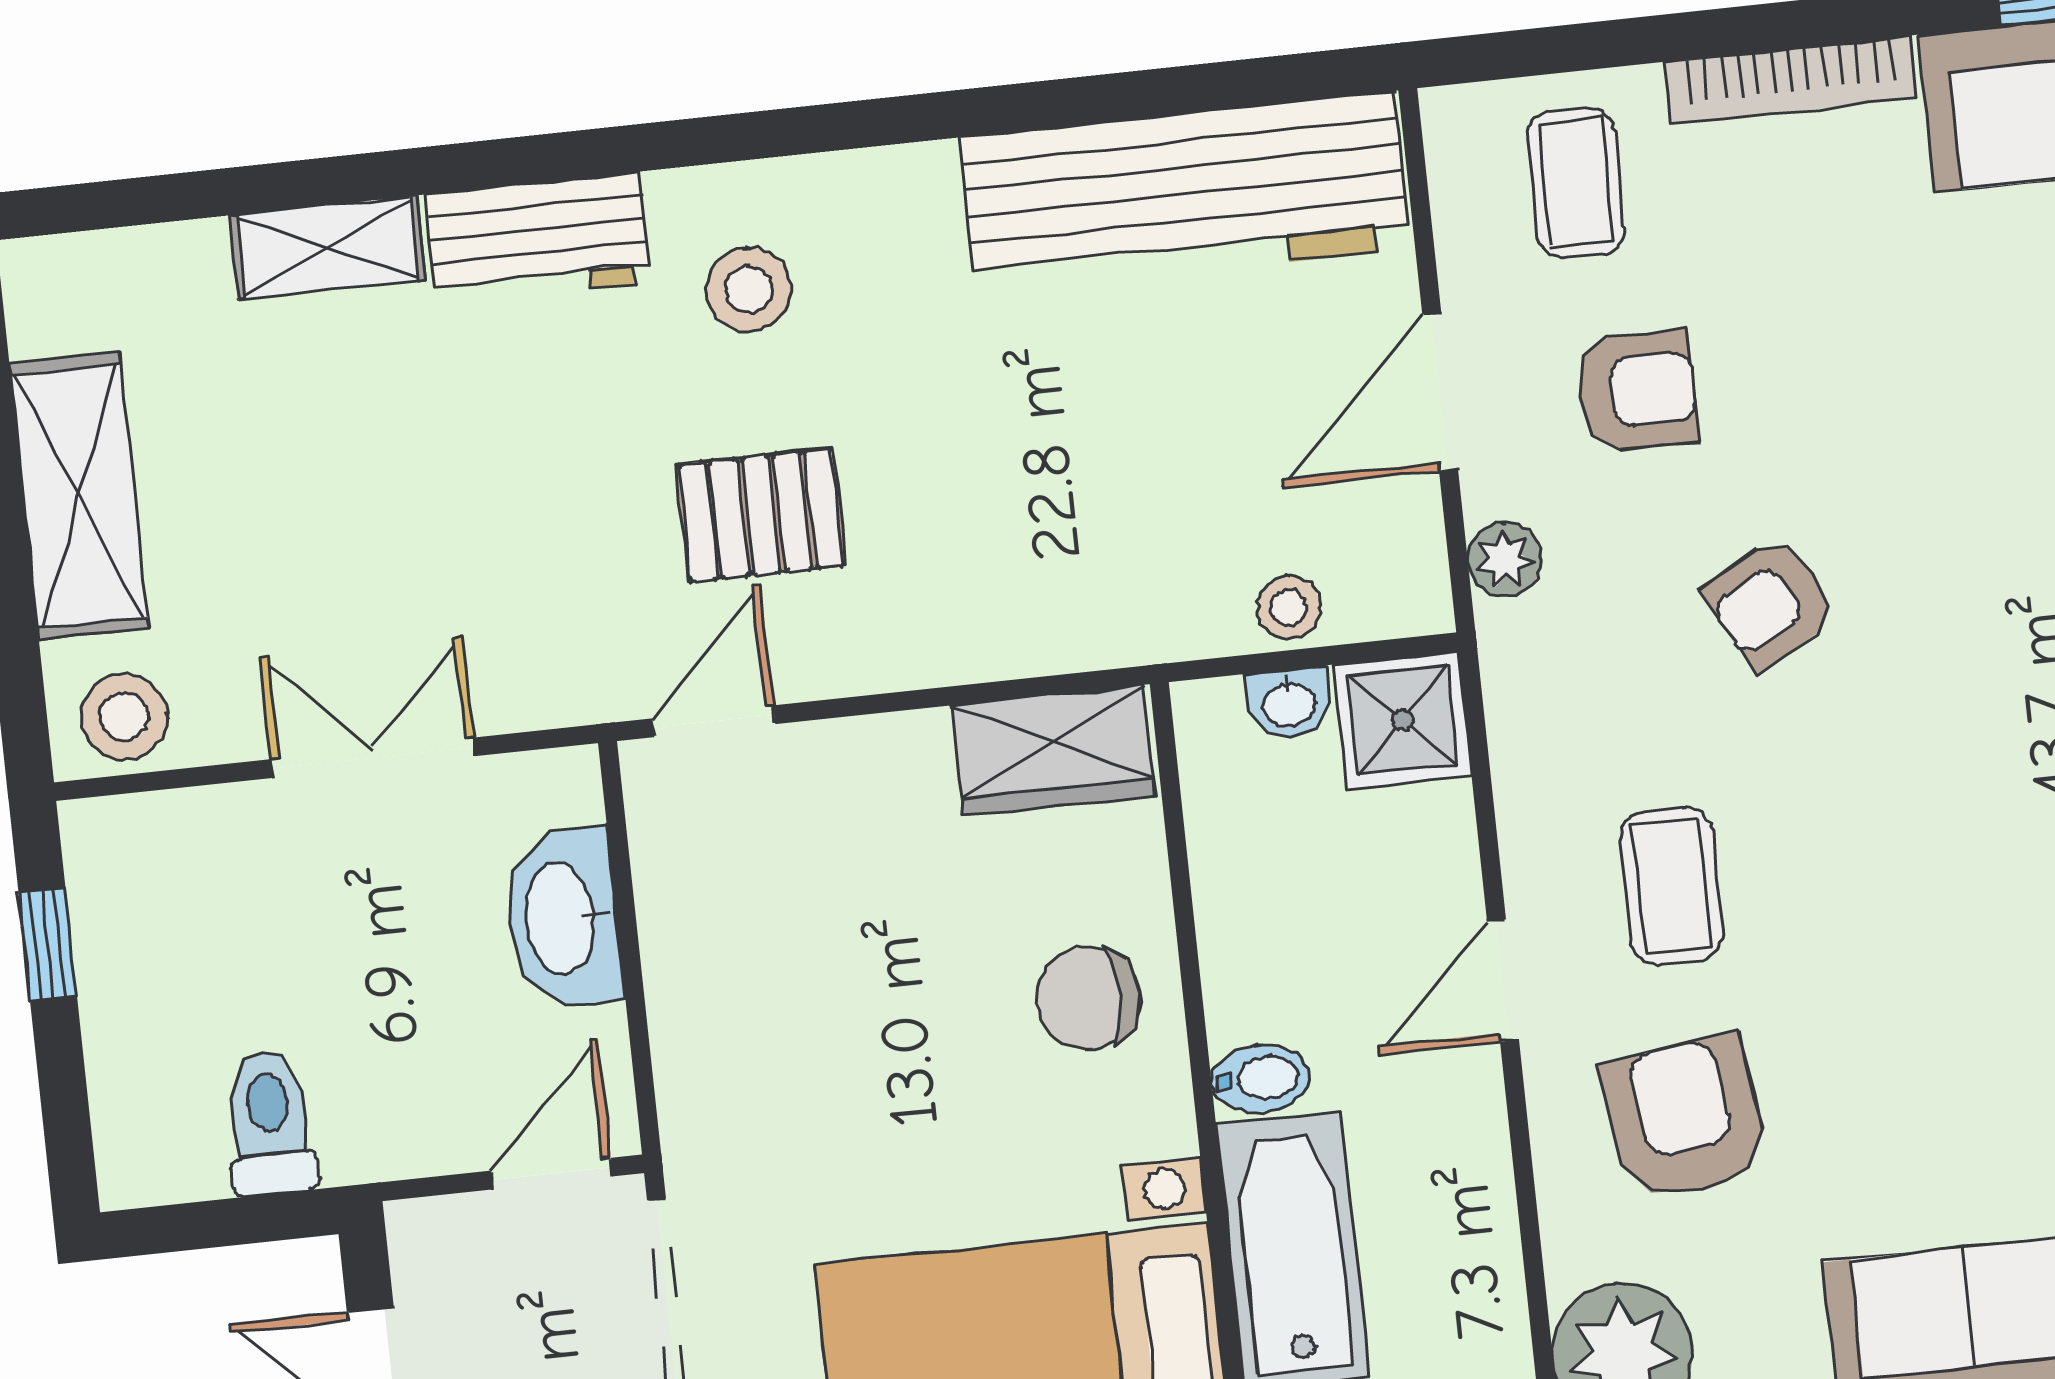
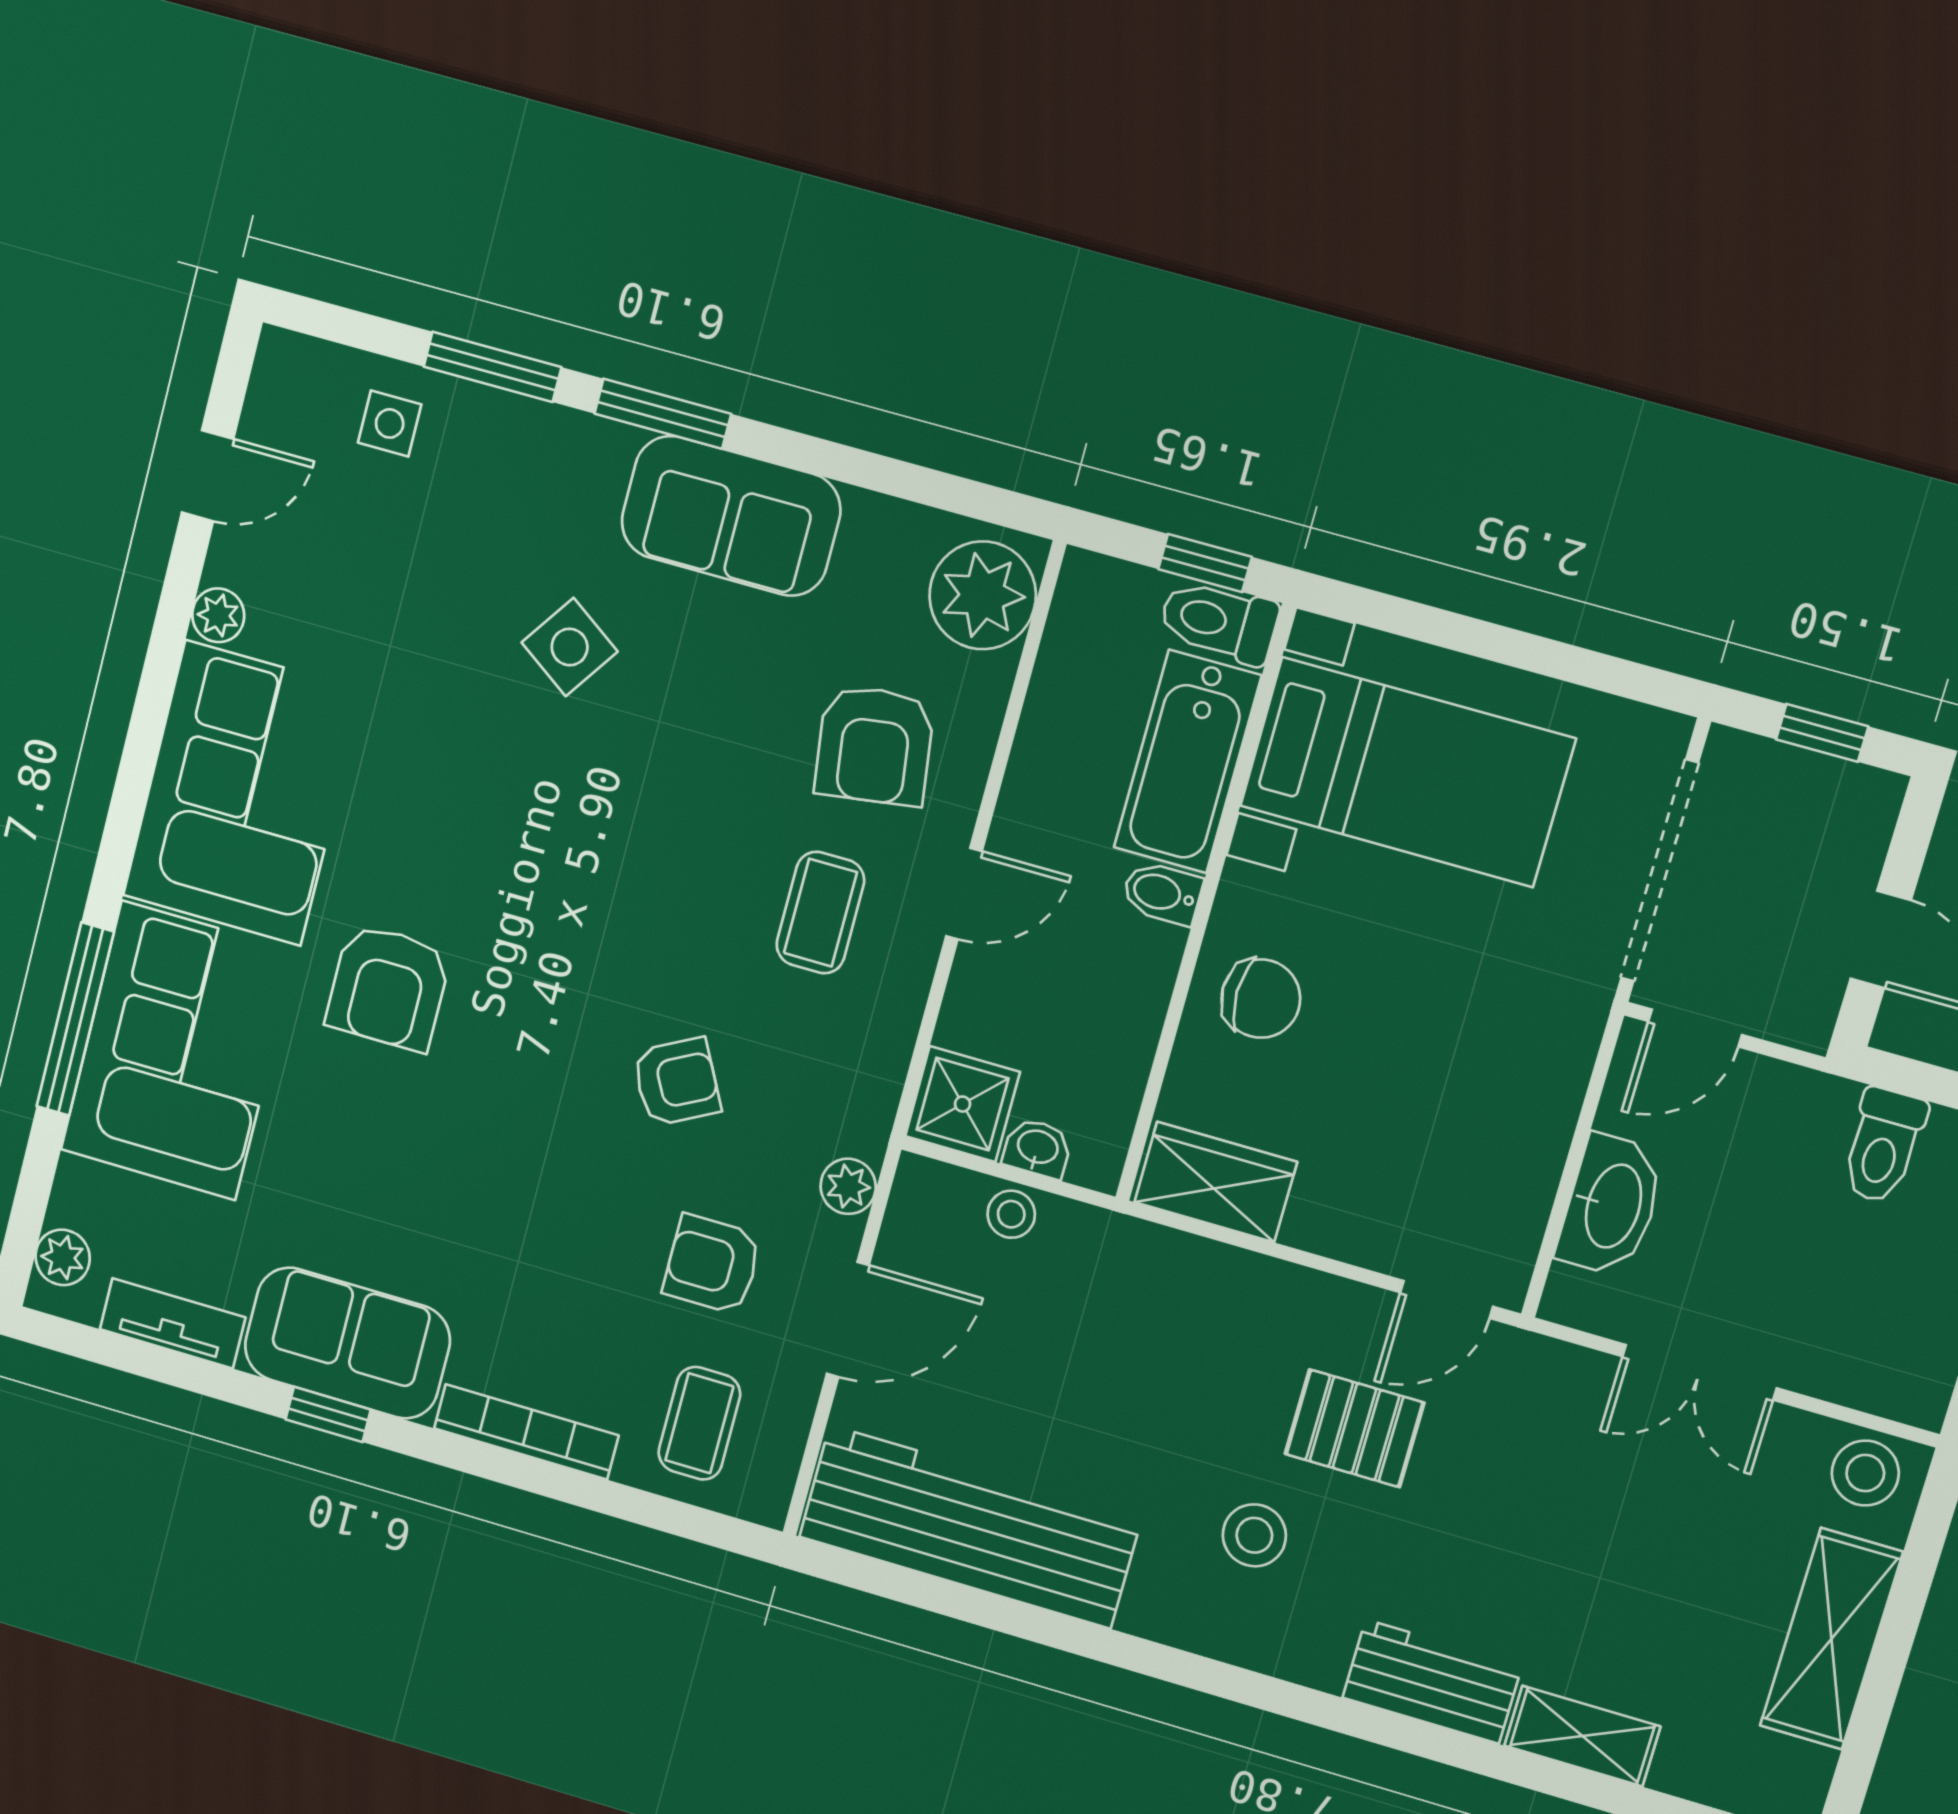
stool: (749, 290) -> (1254, 1535), moved

